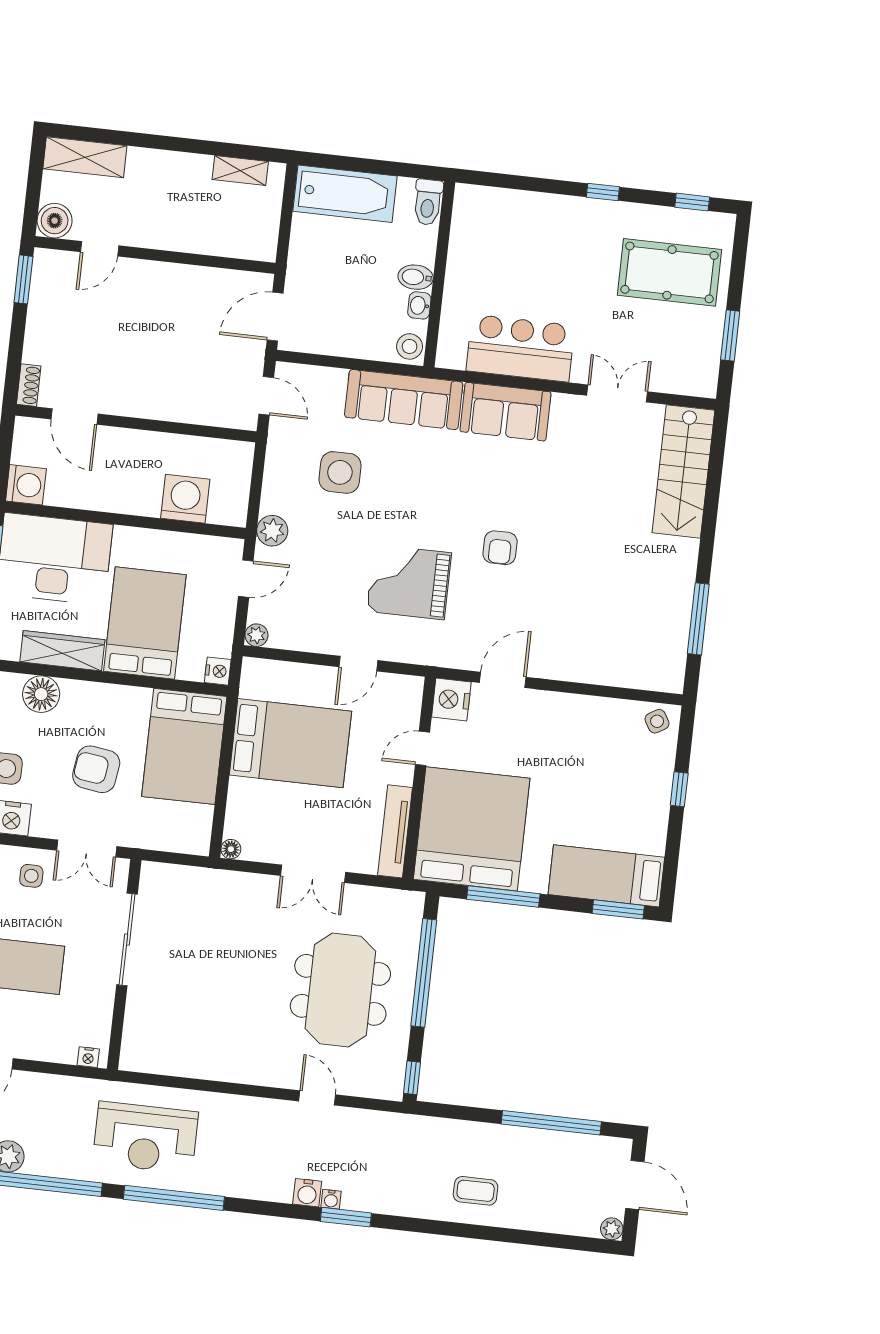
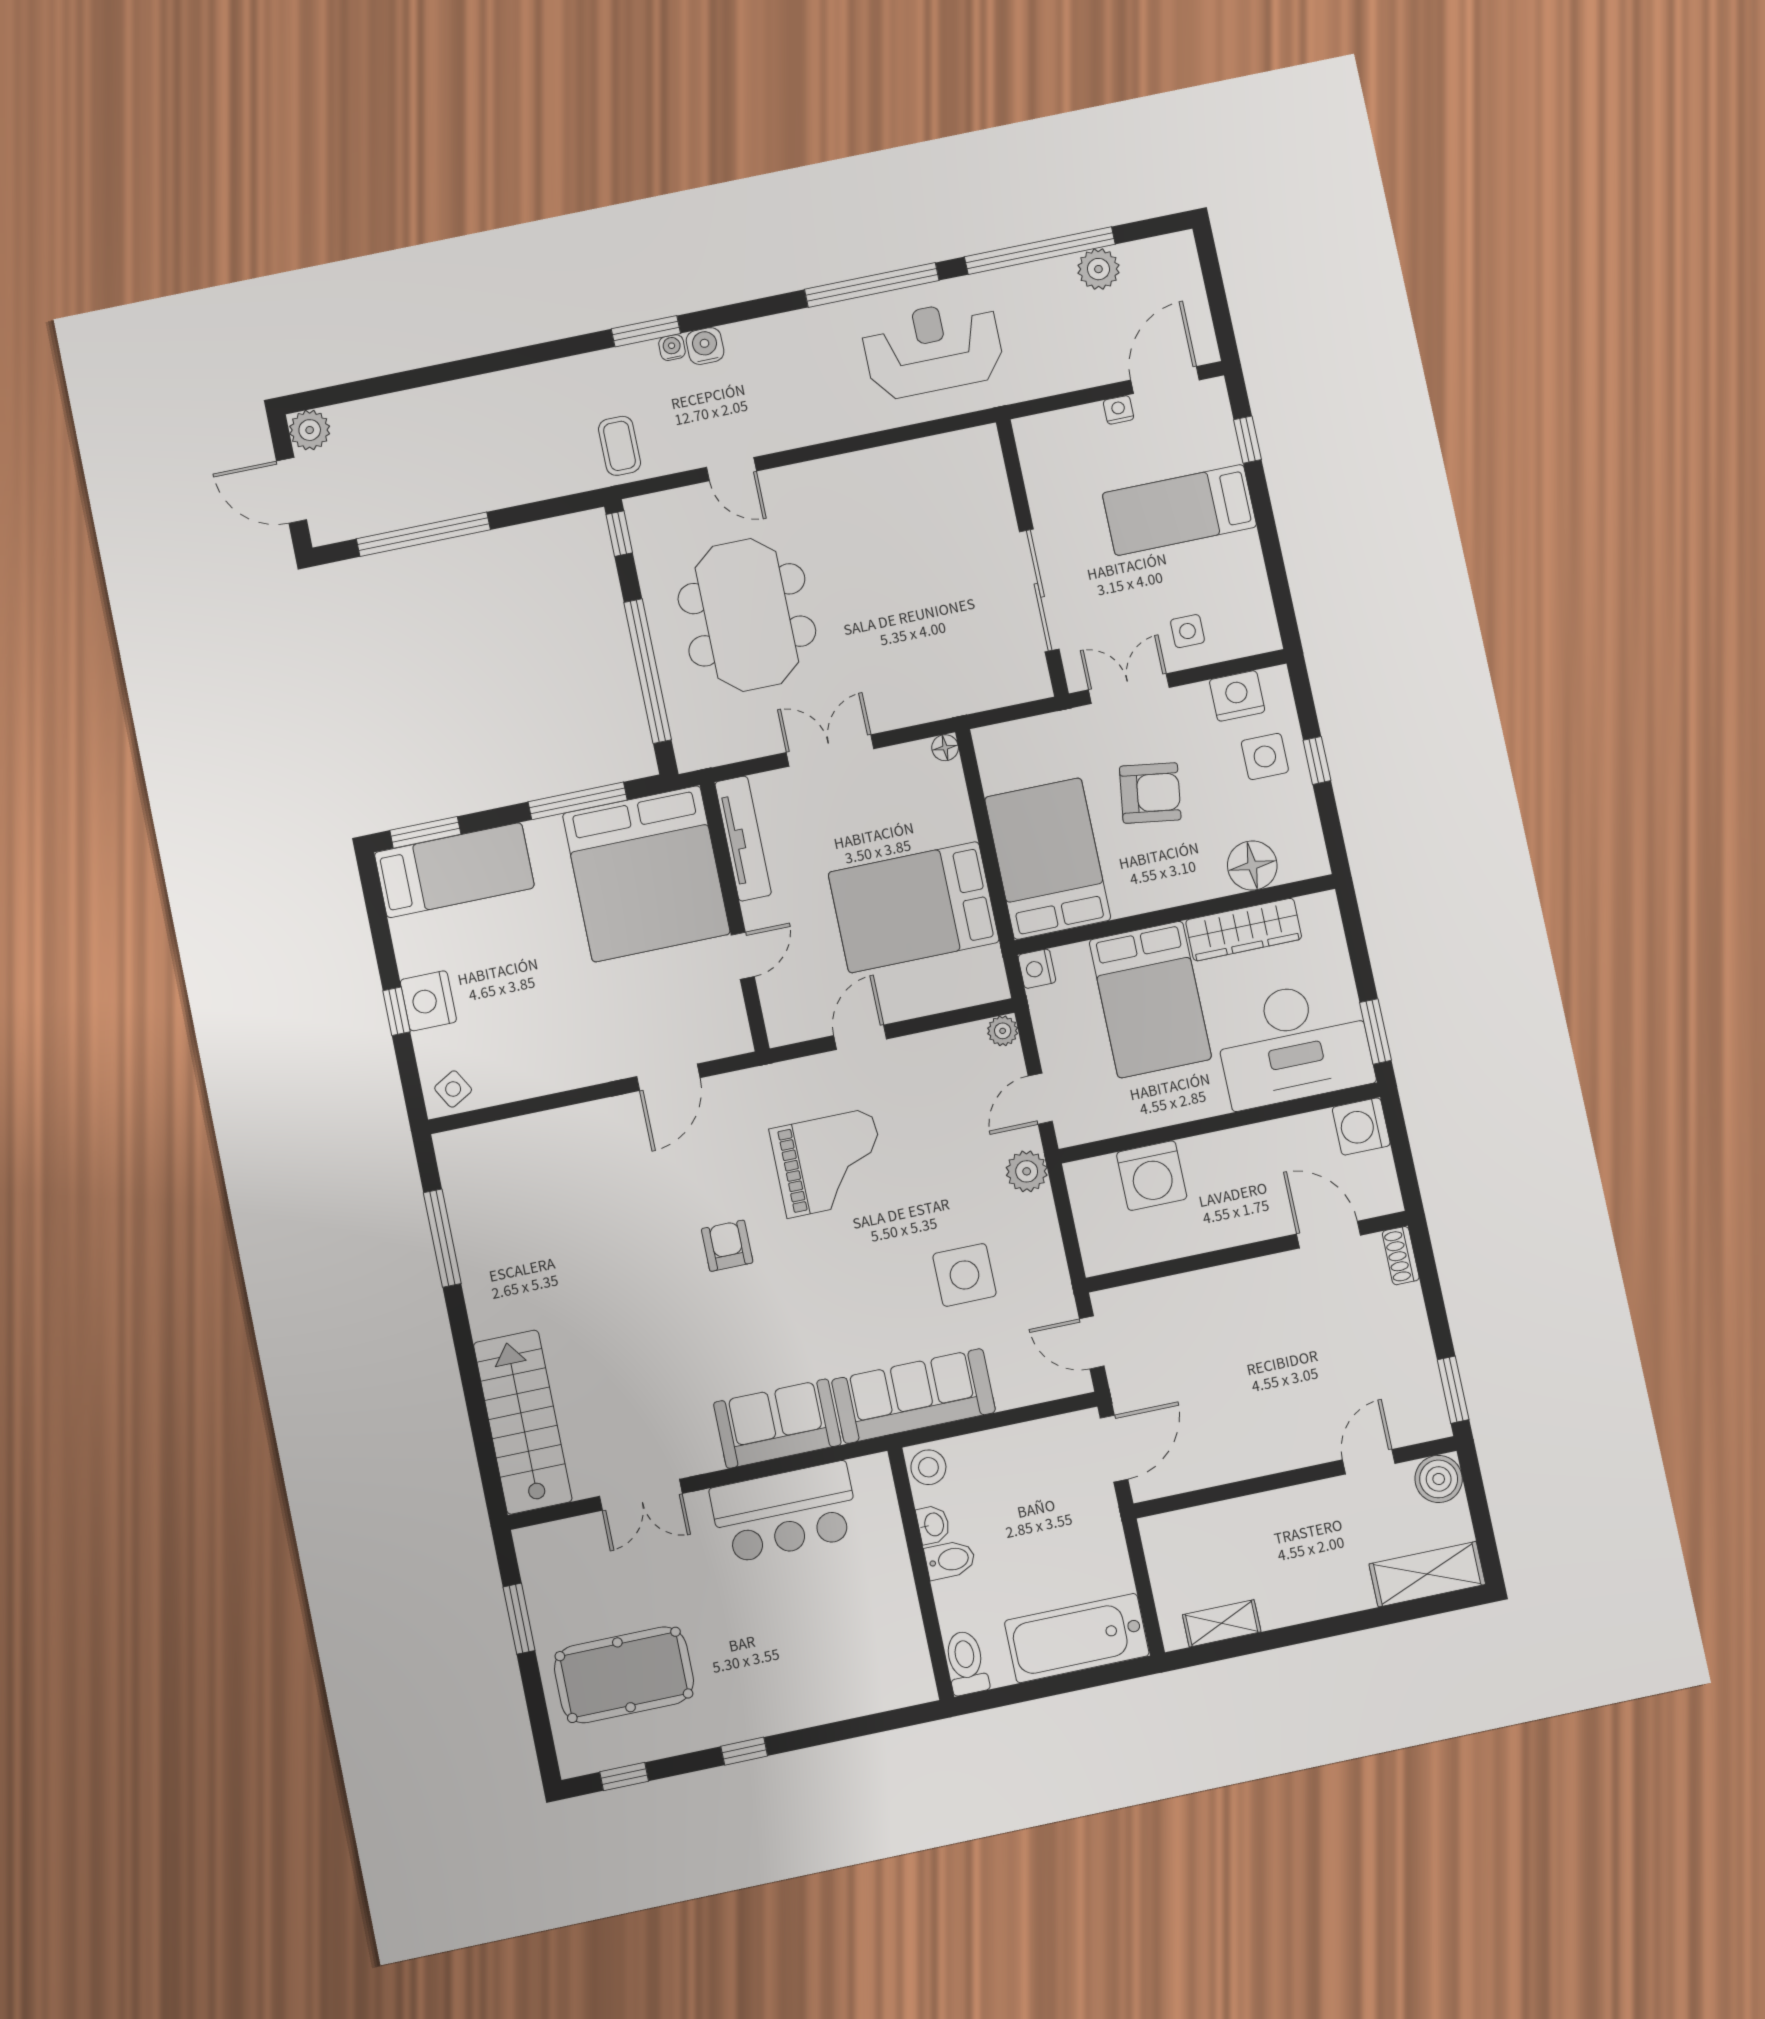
nightstand: (451, 699) -> (428, 1001), moved, turned 180
nightstand: (88, 1057) -> (1118, 410), moved
coffee table: (476, 1191) -> (620, 446), moved, turned 90
plant: (612, 1229) -> (310, 430), width x1.38, depth x1.38

